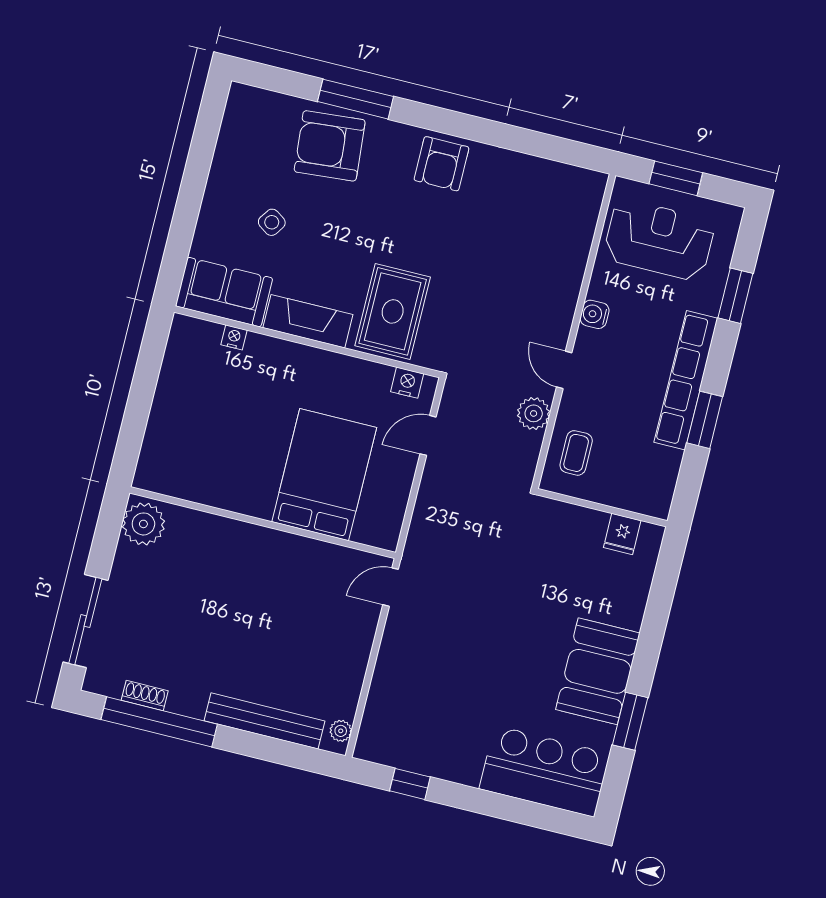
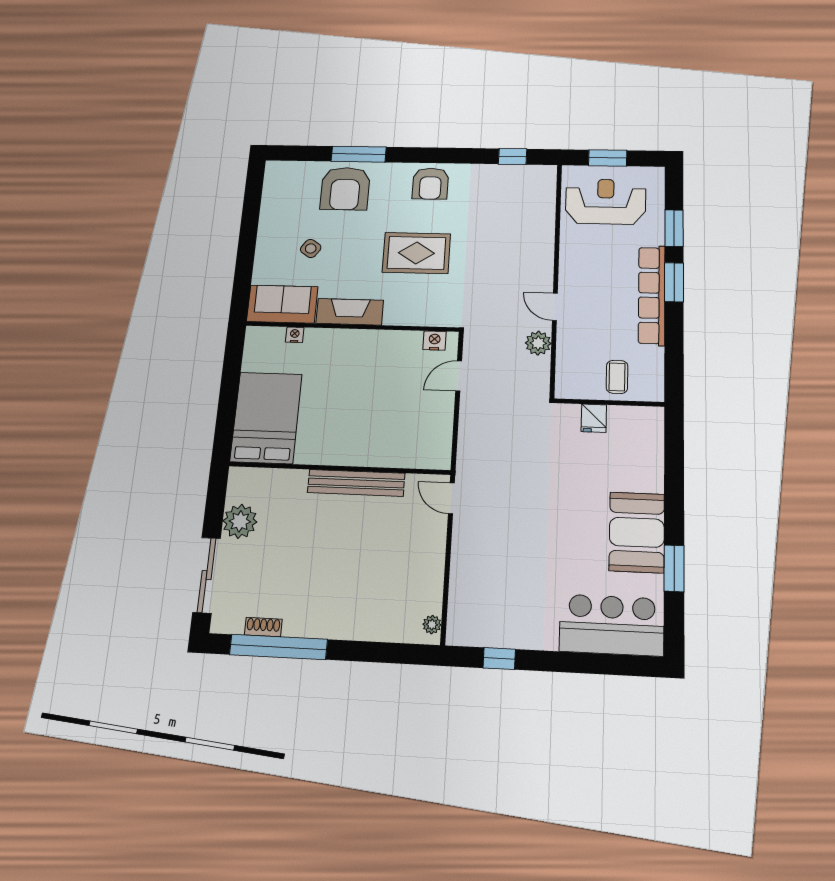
armchair: (330, 146) -> (345, 189), turned -85
window: (555, 148) -> (513, 156), added
rug: (393, 311) -> (416, 253), moved, turned 90
water cooler: (595, 314) -> (569, 263), removed
window: (705, 420) -> (674, 282), moved
coffee table: (576, 453) -> (617, 377), moved
bed: (324, 475) -> (266, 418), moved
plant: (143, 524) -> (240, 521), moved
fridge: (622, 534) -> (594, 418), moved
door: (391, 587) -> (451, 498), hinge flipped
bench: (265, 721) -> (356, 483), moved

